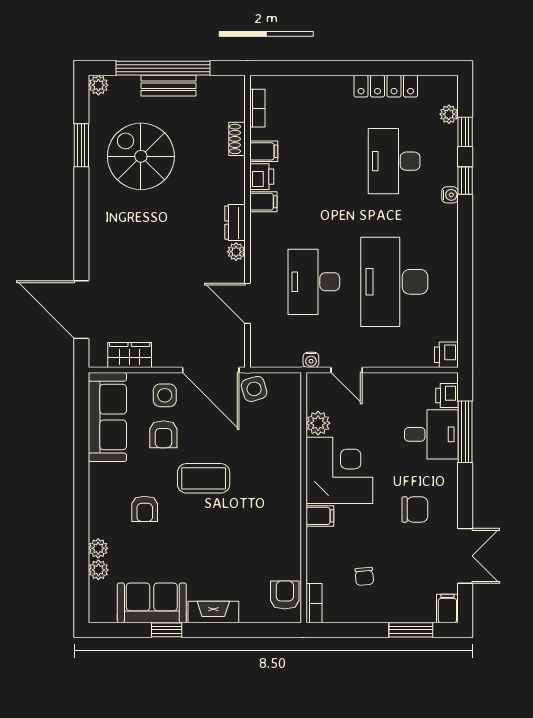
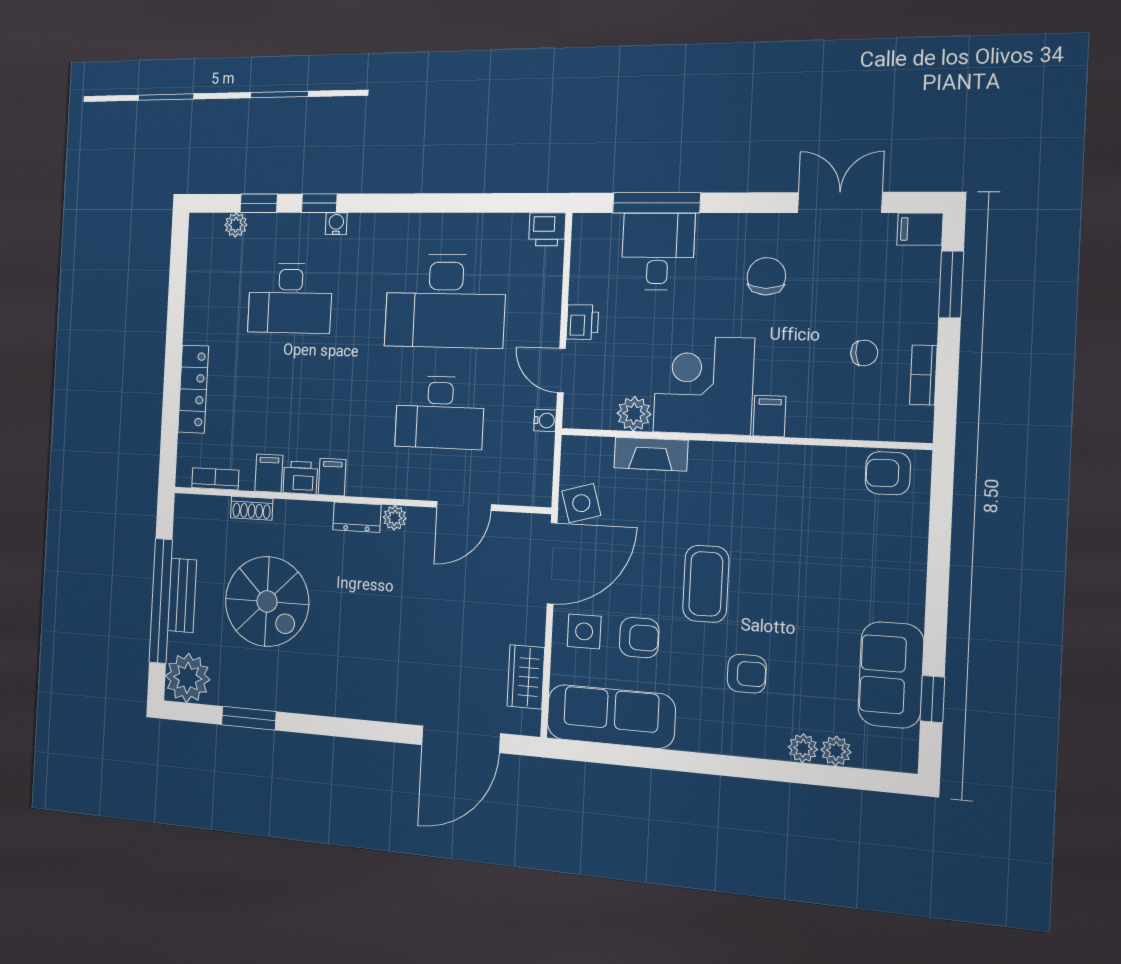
plant: (98, 85) -> (188, 678), width x1.87, depth x1.87
locker: (386, 86) -> (193, 389), moved
spiral stairs: (141, 156) -> (267, 601), moved, turned -90
door: (347, 370) -> (561, 371), swing flipped
printer: (447, 395) -> (582, 322), moved, turned -90
bookcase: (314, 603) -> (923, 375), moved, turned -90
fireplace: (213, 612) -> (651, 454), moved, turned -90
window: (167, 630) -> (932, 699), moved

